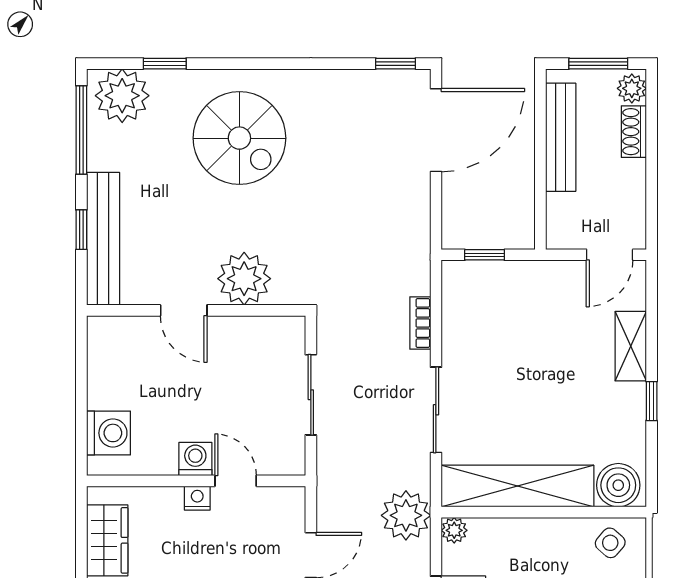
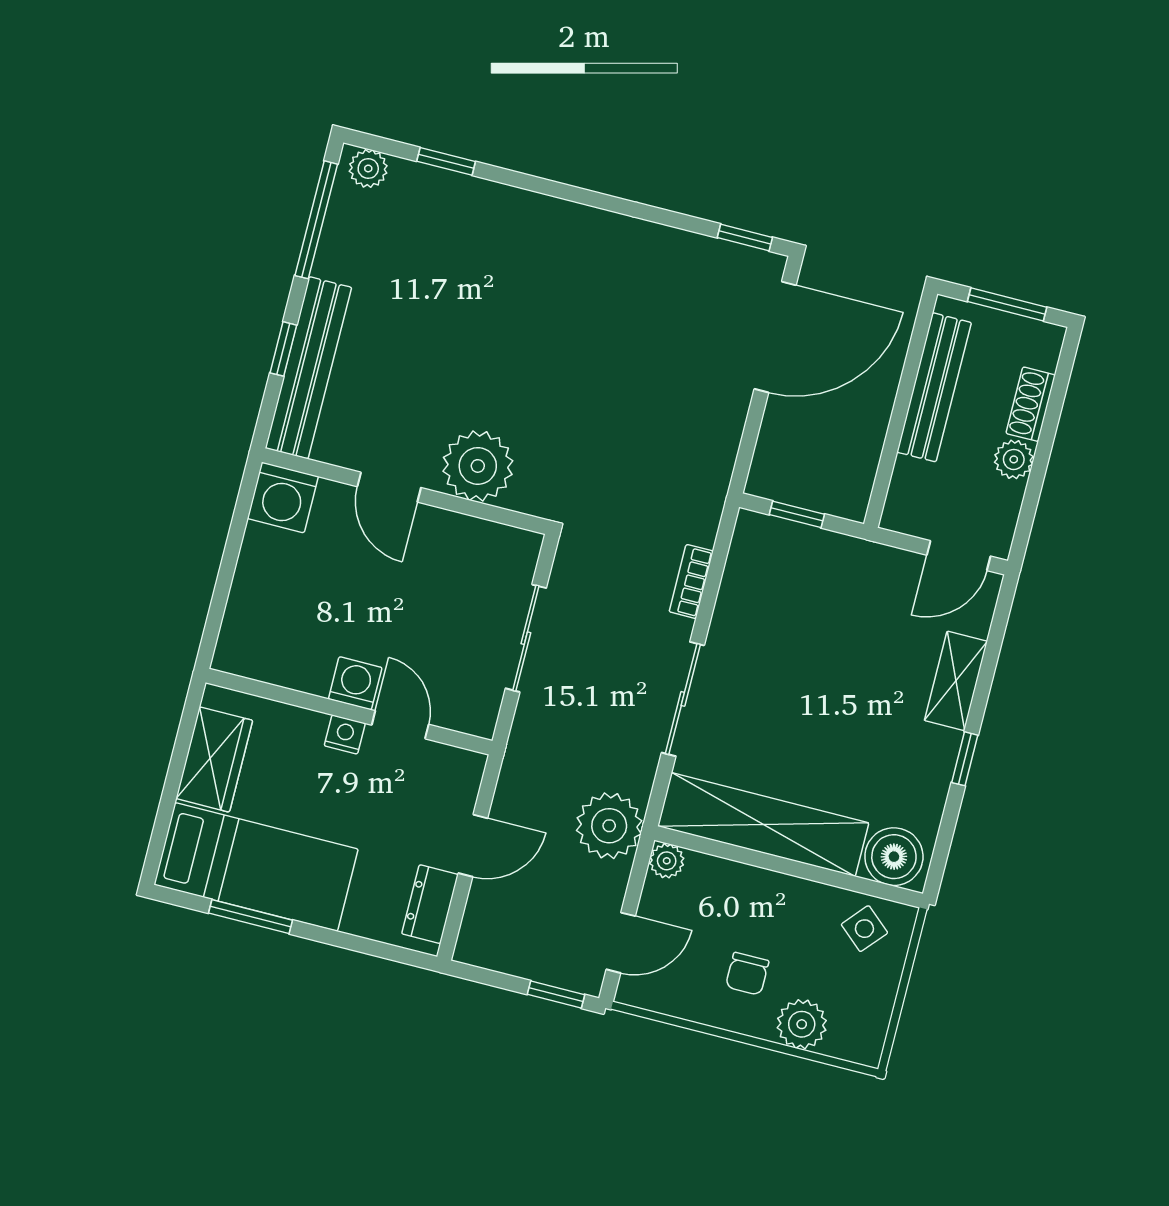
plant: (632, 88) -> (1014, 459), moved
plant: (122, 96) -> (368, 169), width x0.53, depth x0.53
spiral stairs: (239, 138) -> (518, 282), removed
washing machine: (109, 433) -> (283, 497), moved, turned 90

